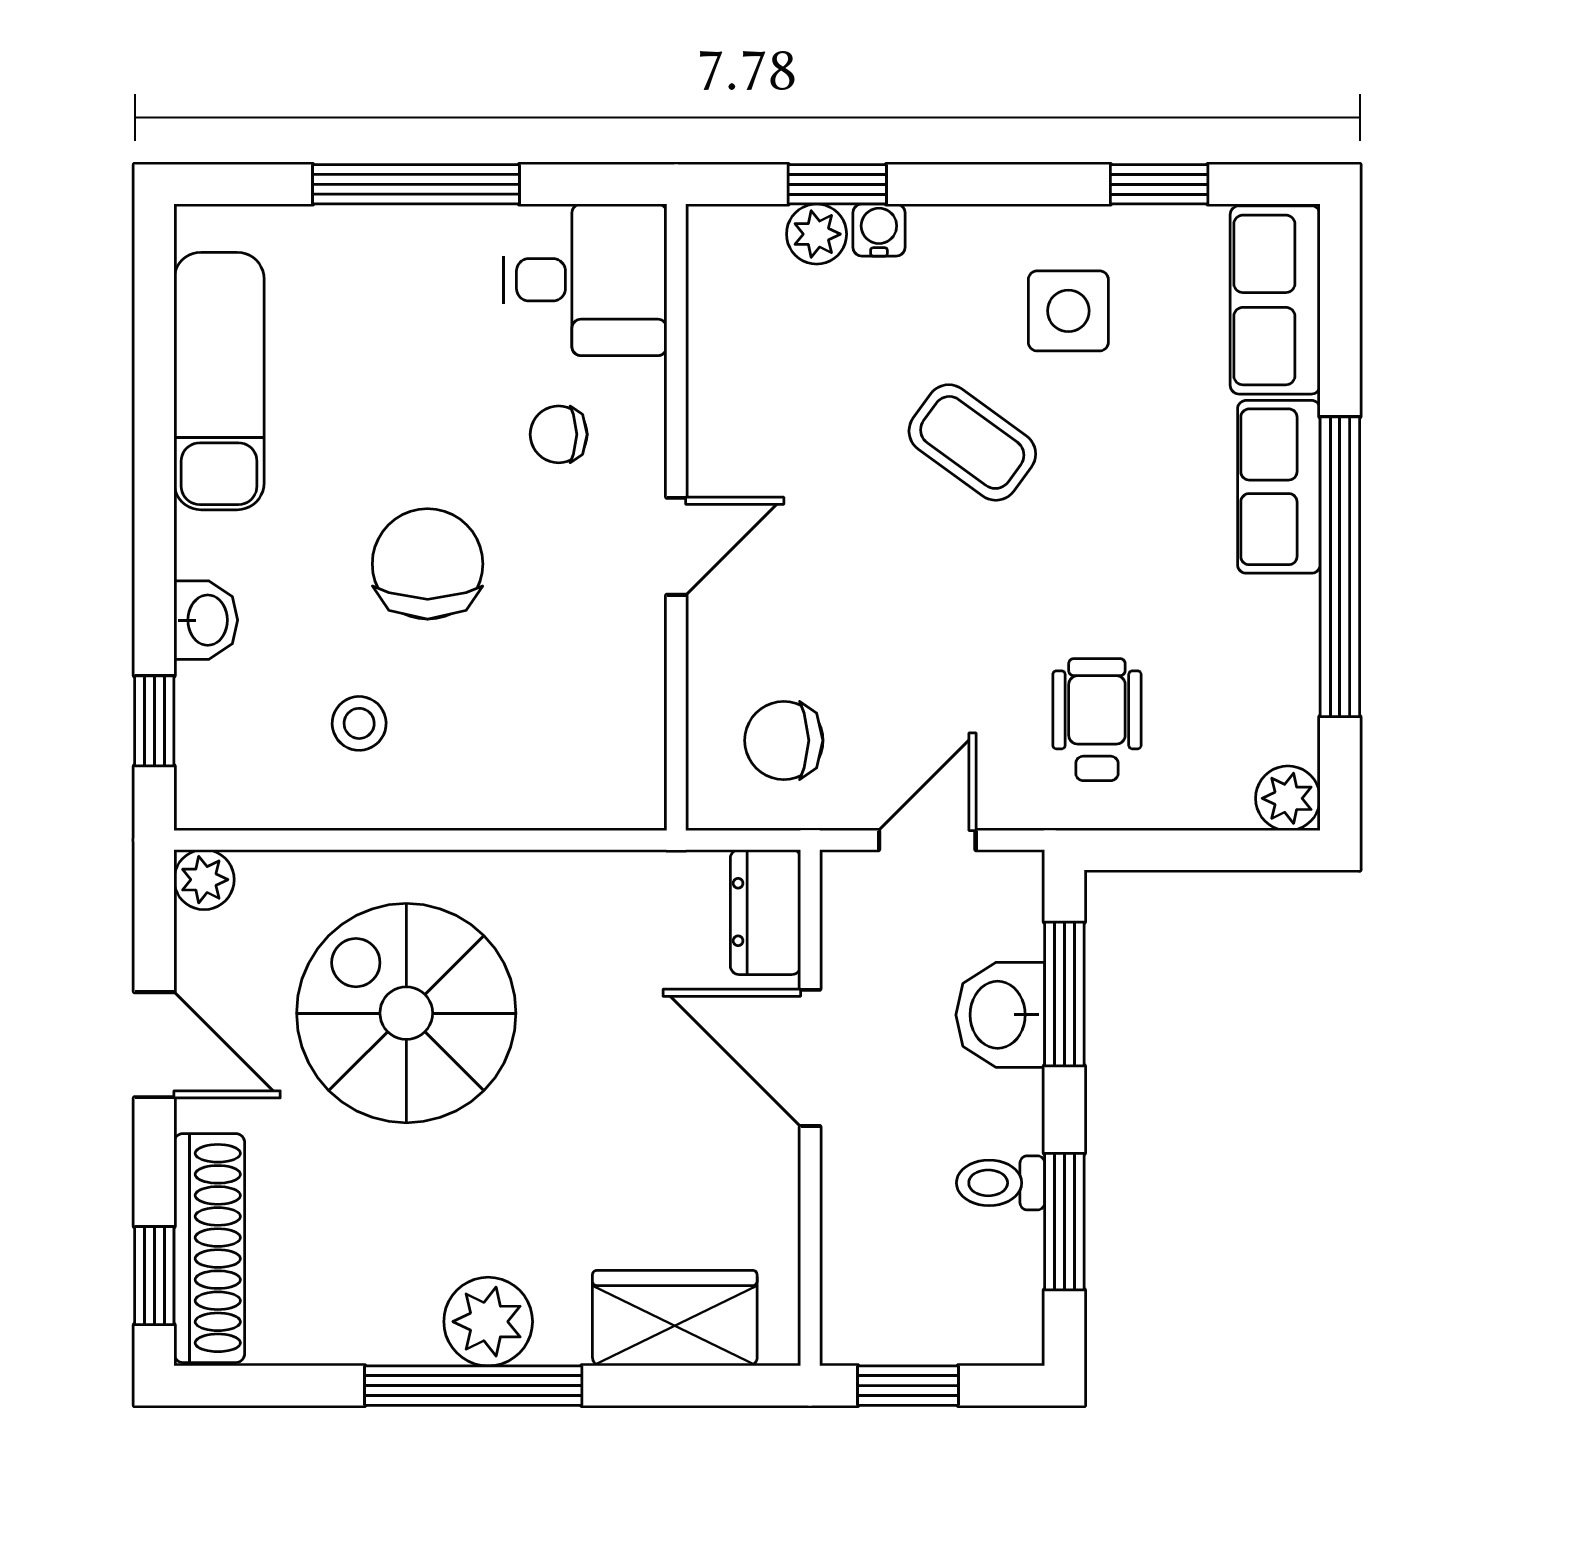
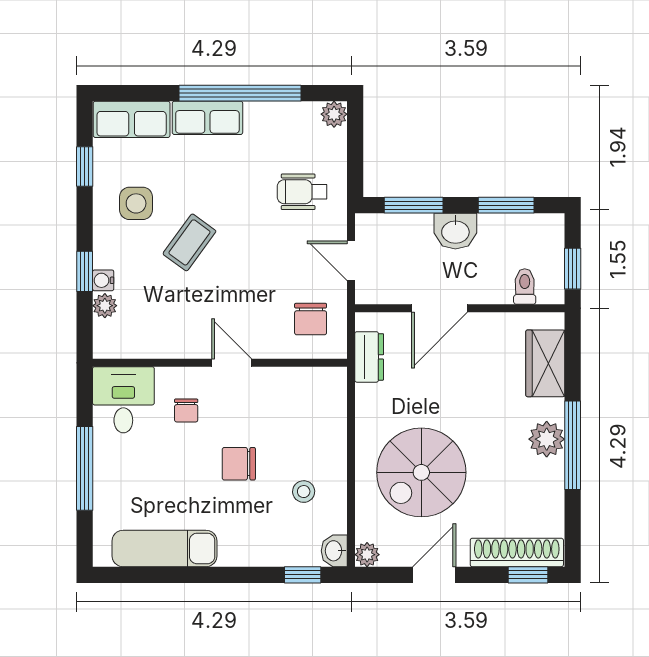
window: (837, 184) -> (85, 271), moved
chair: (428, 564) -> (239, 464), width x0.73, depth x0.73
washbasin: (206, 620) -> (334, 551), moved, turned -90
dresser: (765, 912) -> (369, 357), moved, turned -90
washbasin: (1000, 1015) -> (455, 231), moved
toilet: (1001, 1183) -> (525, 287), moved, turned 180

